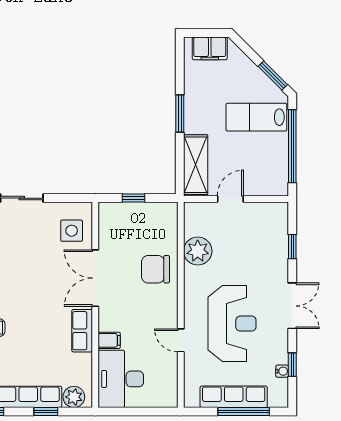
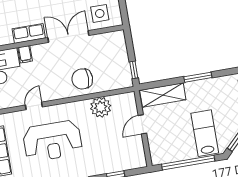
window: (134, 198) -> (134, 70), moved
door: (230, 199) -> (142, 124), swing flipped
chair: (156, 269) -> (82, 79), turned -90

